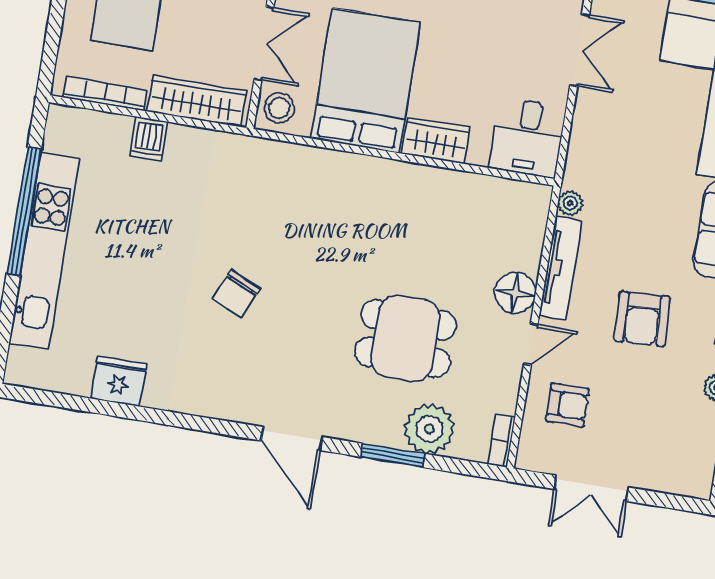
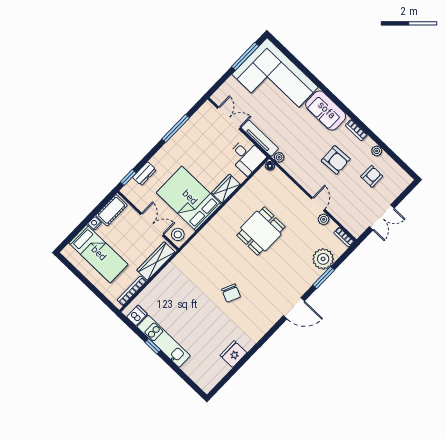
dishwasher: (149, 139) -> (137, 315), moved, turned -90
window: (24, 211) -> (153, 346), width x0.32
kitchen unit: (44, 251) -> (164, 341), width x0.73
tv unit: (561, 268) -> (260, 138), moved
floor lamp: (515, 293) -> (270, 166), moved, width x0.53, depth x0.53
dining table: (406, 338) -> (261, 231), moved
plant: (508, 376) -> (324, 219), added
armchair: (568, 405) -> (372, 176), moved

